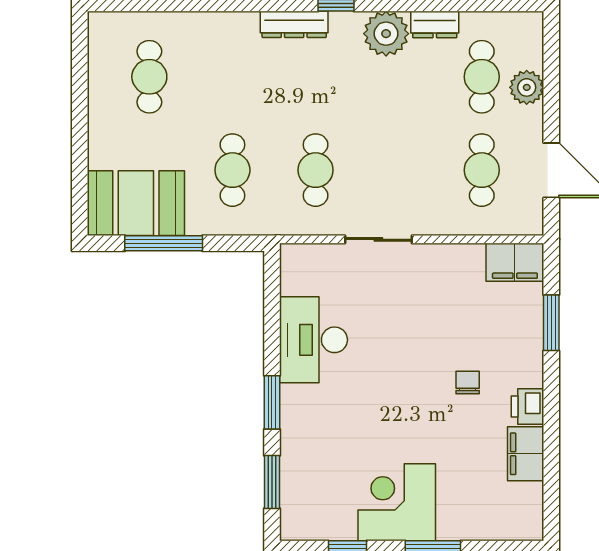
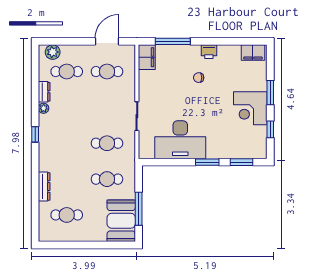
dresser: (294, 24) -> (44, 187), moved
plant: (386, 34) -> (44, 108), width x0.53, depth x0.53
plant: (527, 87) -> (53, 52), moved
window: (551, 323) -> (173, 41), width x1.44
desk: (313, 340) -> (180, 140), width x1.36, depth x1.30
filing cabinet: (526, 454) -> (253, 53), moved

